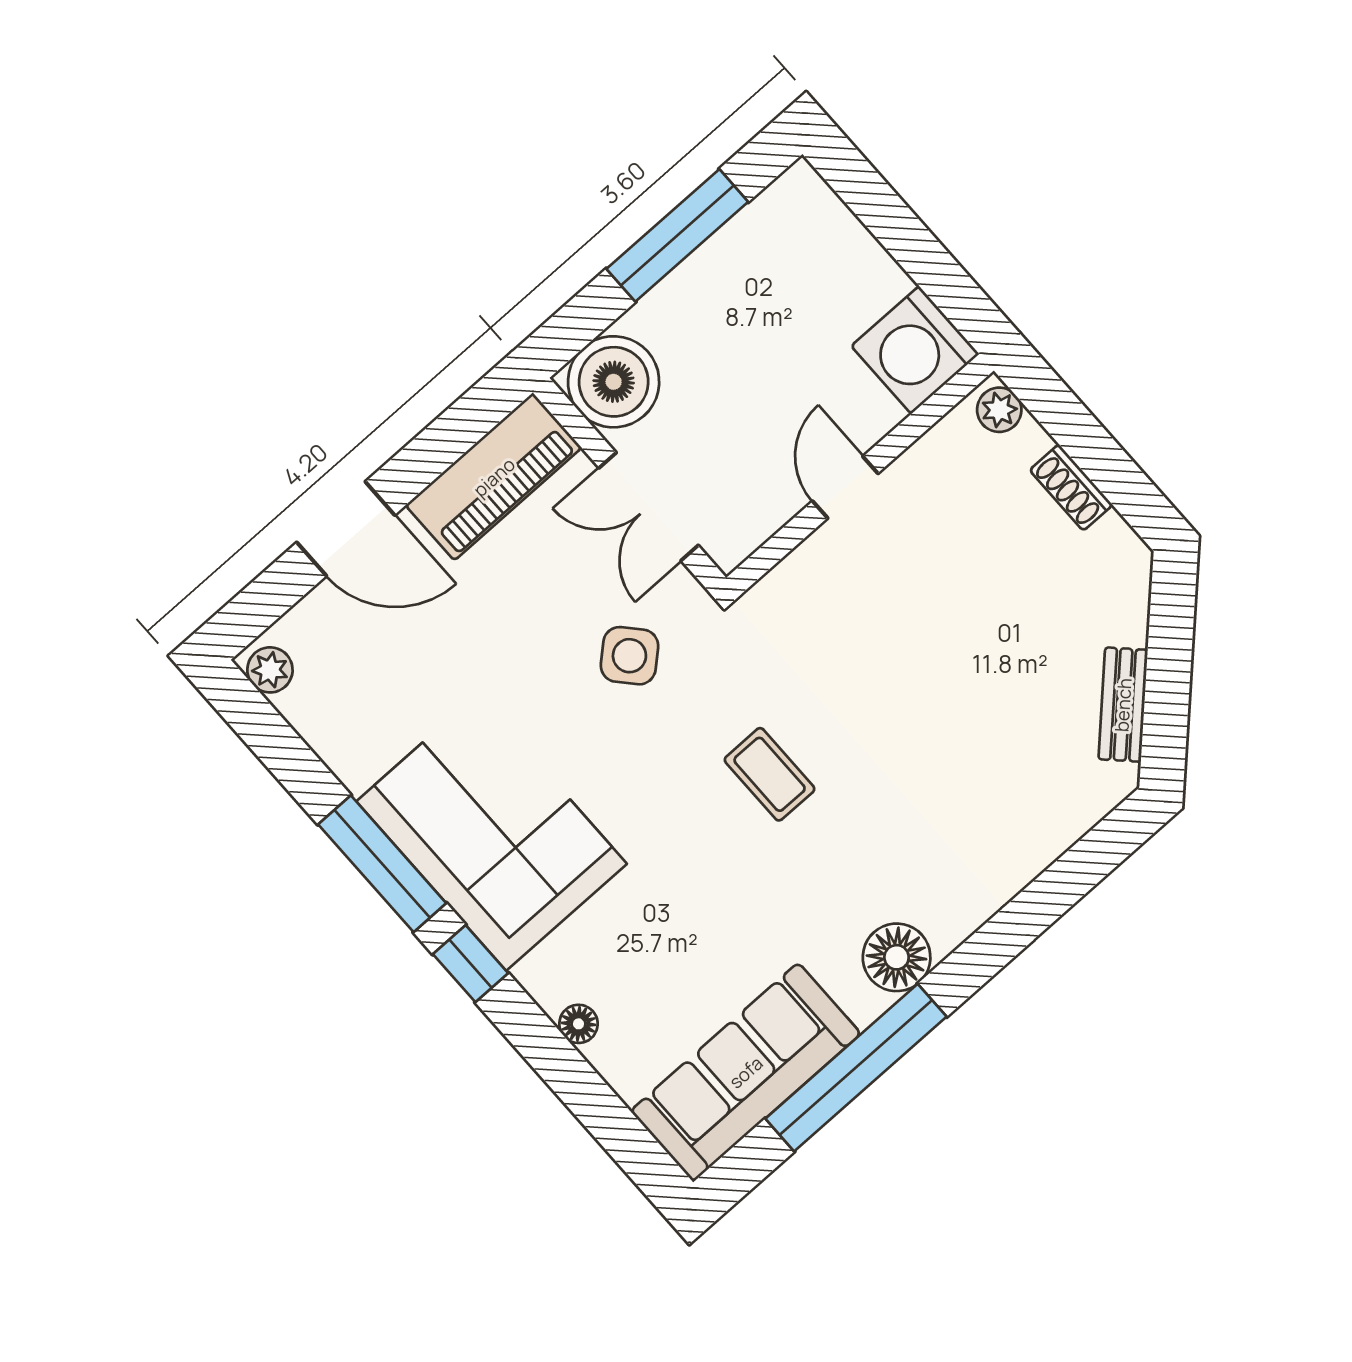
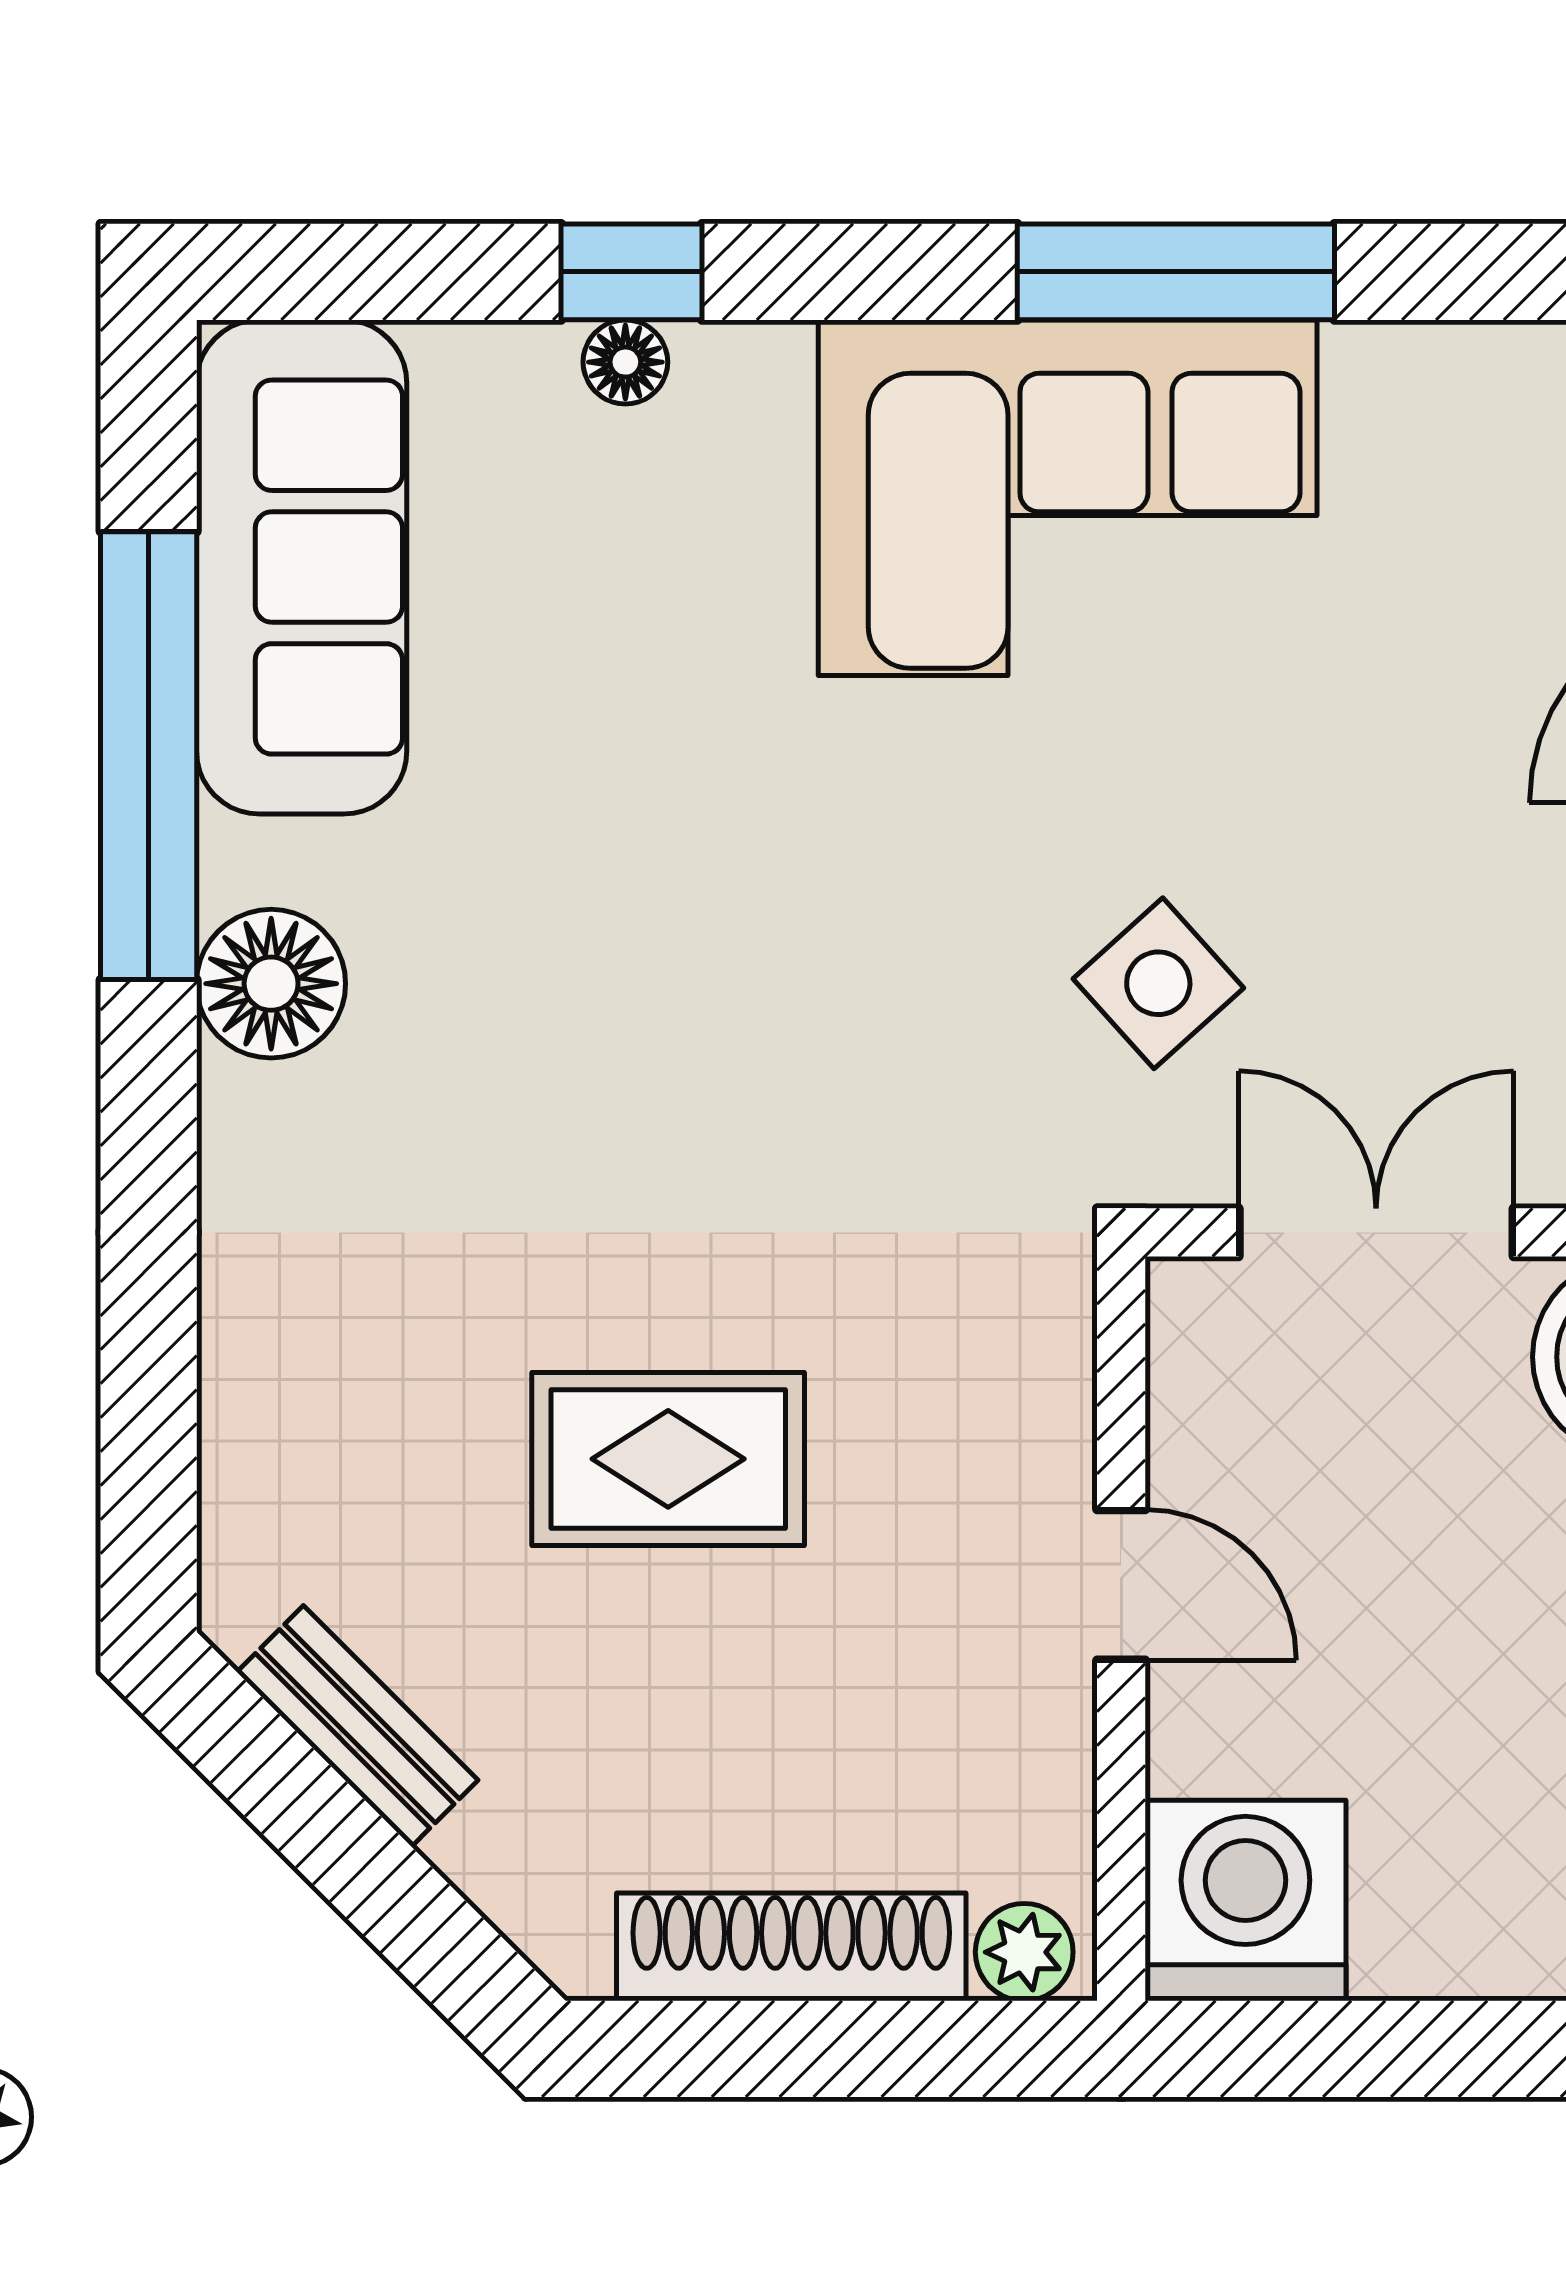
shoe rack: (1071, 487) -> (791, 1947), width x1.94, depth x1.24
rug: (939, 679) -> (668, 1459), added
coffee table: (770, 774) -> (758, 1041), removed
window: (471, 964) -> (631, 272), moved

